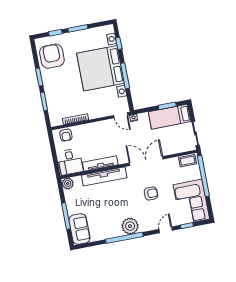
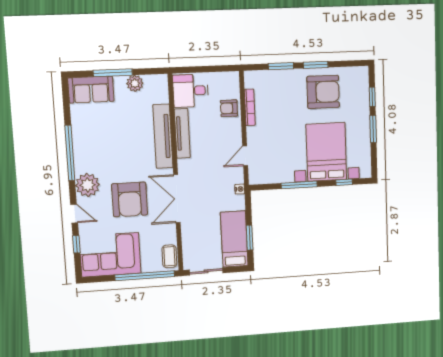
armchair: (52, 56) -> (323, 92), moved
bed with nightstands: (101, 68) -> (326, 152), width x0.73
door: (121, 115) -> (245, 156), moved
armchair: (66, 135) -> (229, 108), moved
double door: (146, 161) -> (177, 199), swing flipped
plant: (68, 183) -> (135, 83), moved
armchair: (151, 193) -> (130, 199), width x1.88, depth x1.88
plant: (130, 226) -> (88, 185), moved

